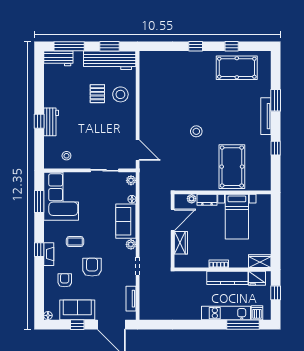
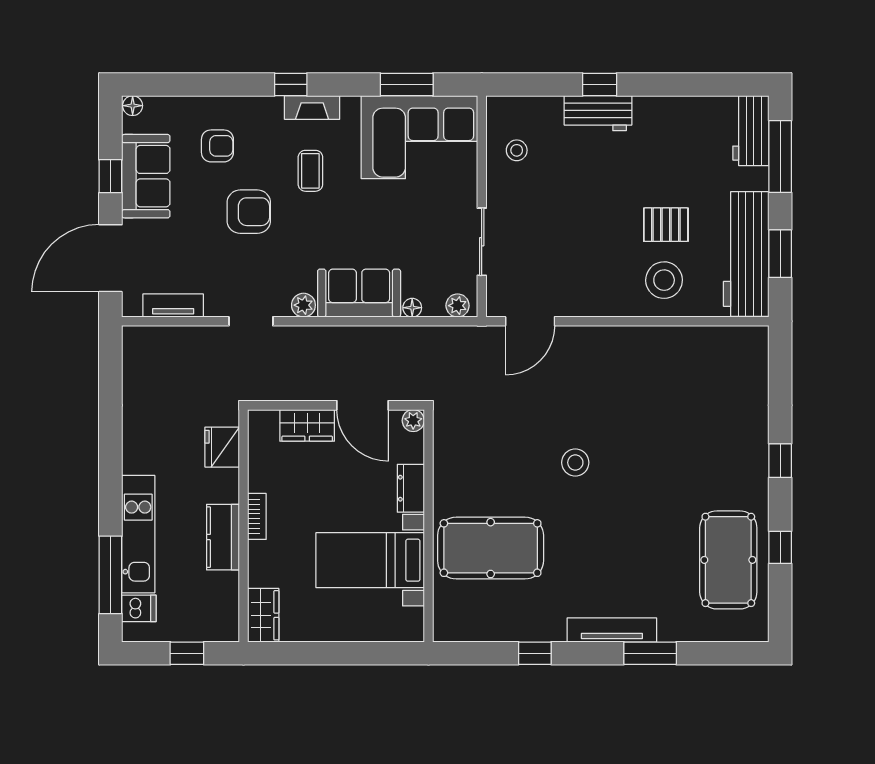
plant: (192, 199) -> (413, 421), moved
fireplace: (49, 254) -> (312, 108), moved
kitchen counter: (227, 278) -> (223, 537), width x0.67
fridge: (257, 278) -> (222, 447), moved

